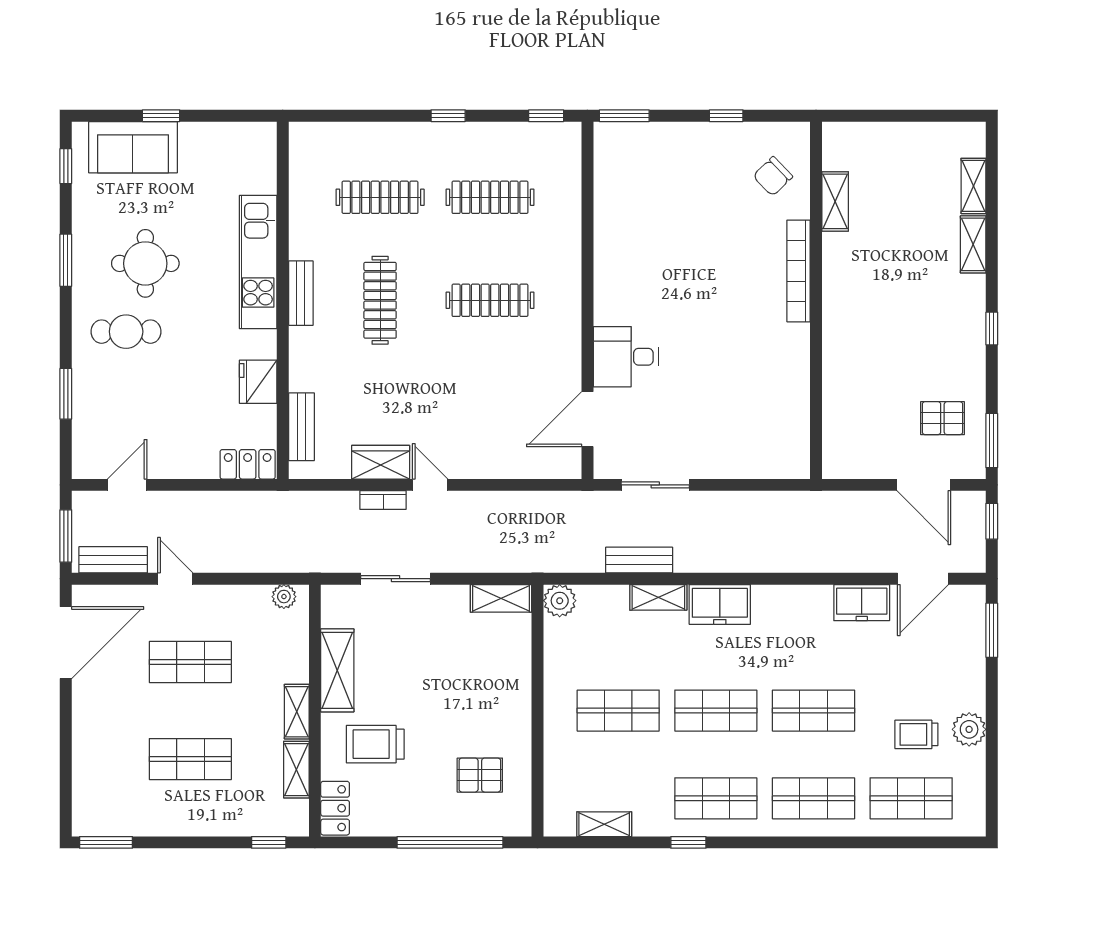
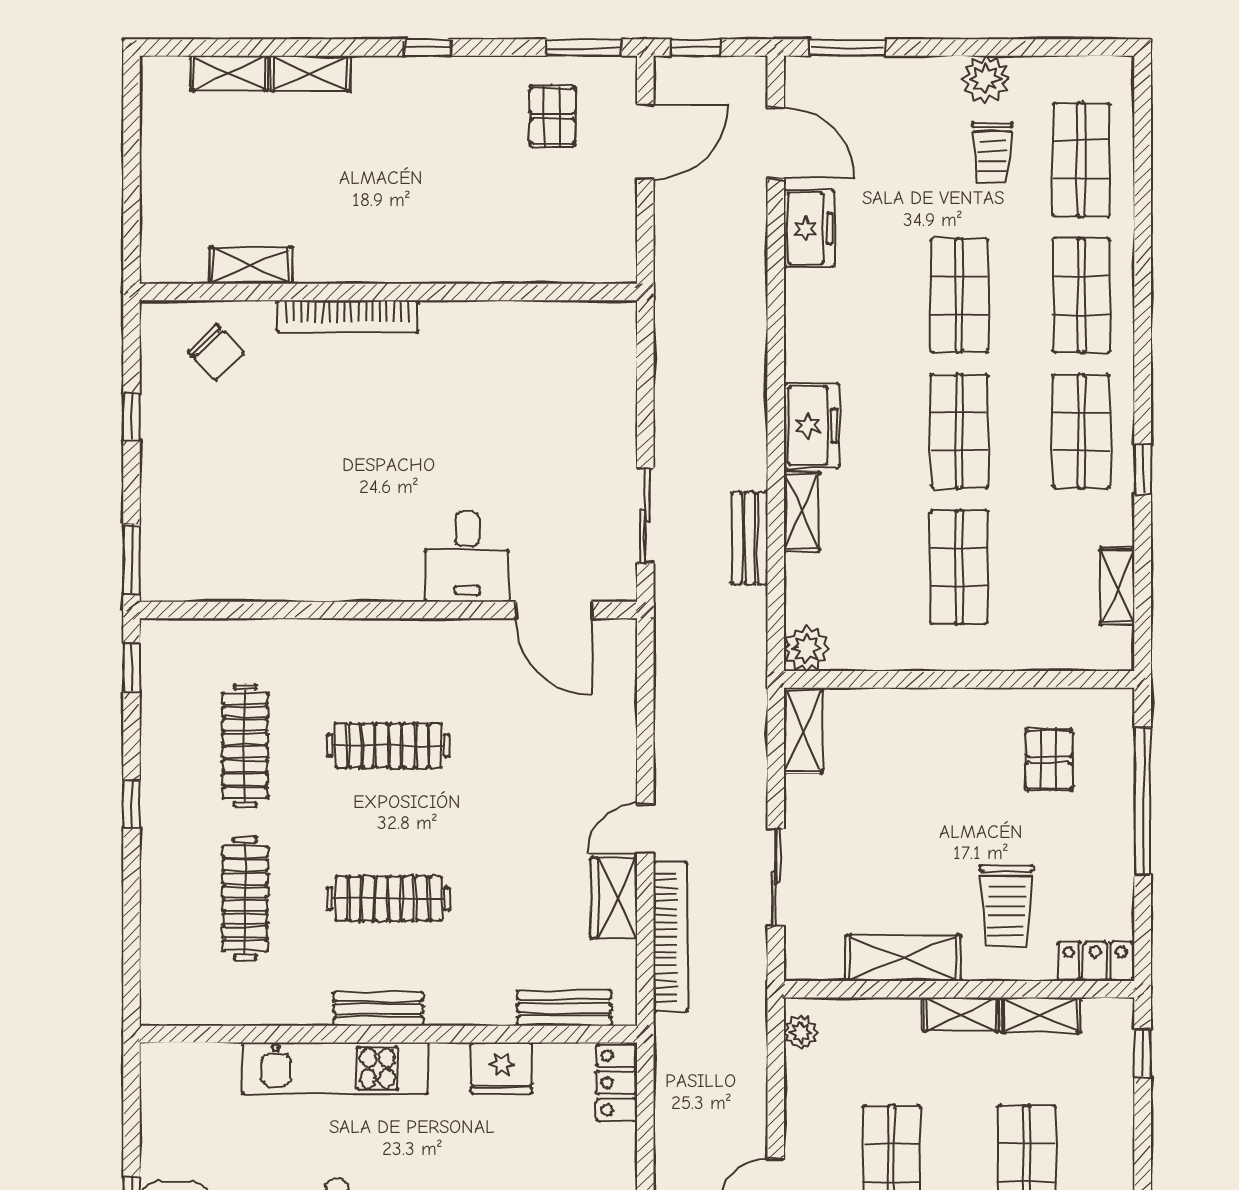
clothes rail: (490, 300) -> (388, 746), turned 90
bookcase: (383, 500) -> (670, 937), width x2.31, depth x1.31

